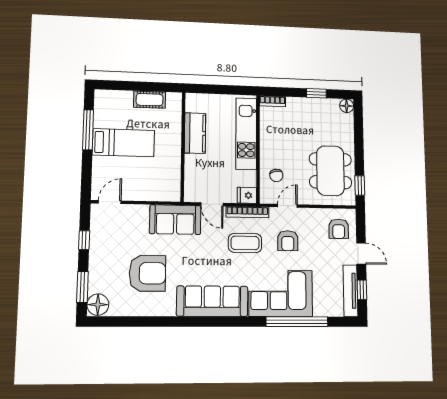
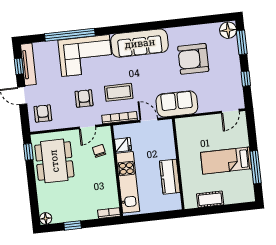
fridge: (247, 195) -> (123, 145), moved

